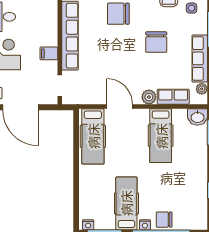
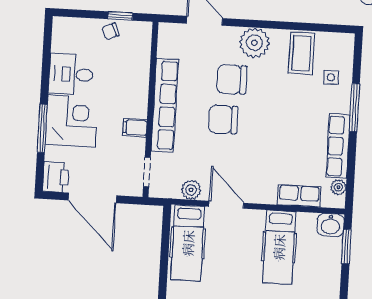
chair: (156, 42) -> (223, 119), moved, turned 90
plant: (149, 97) -> (191, 190), moved

